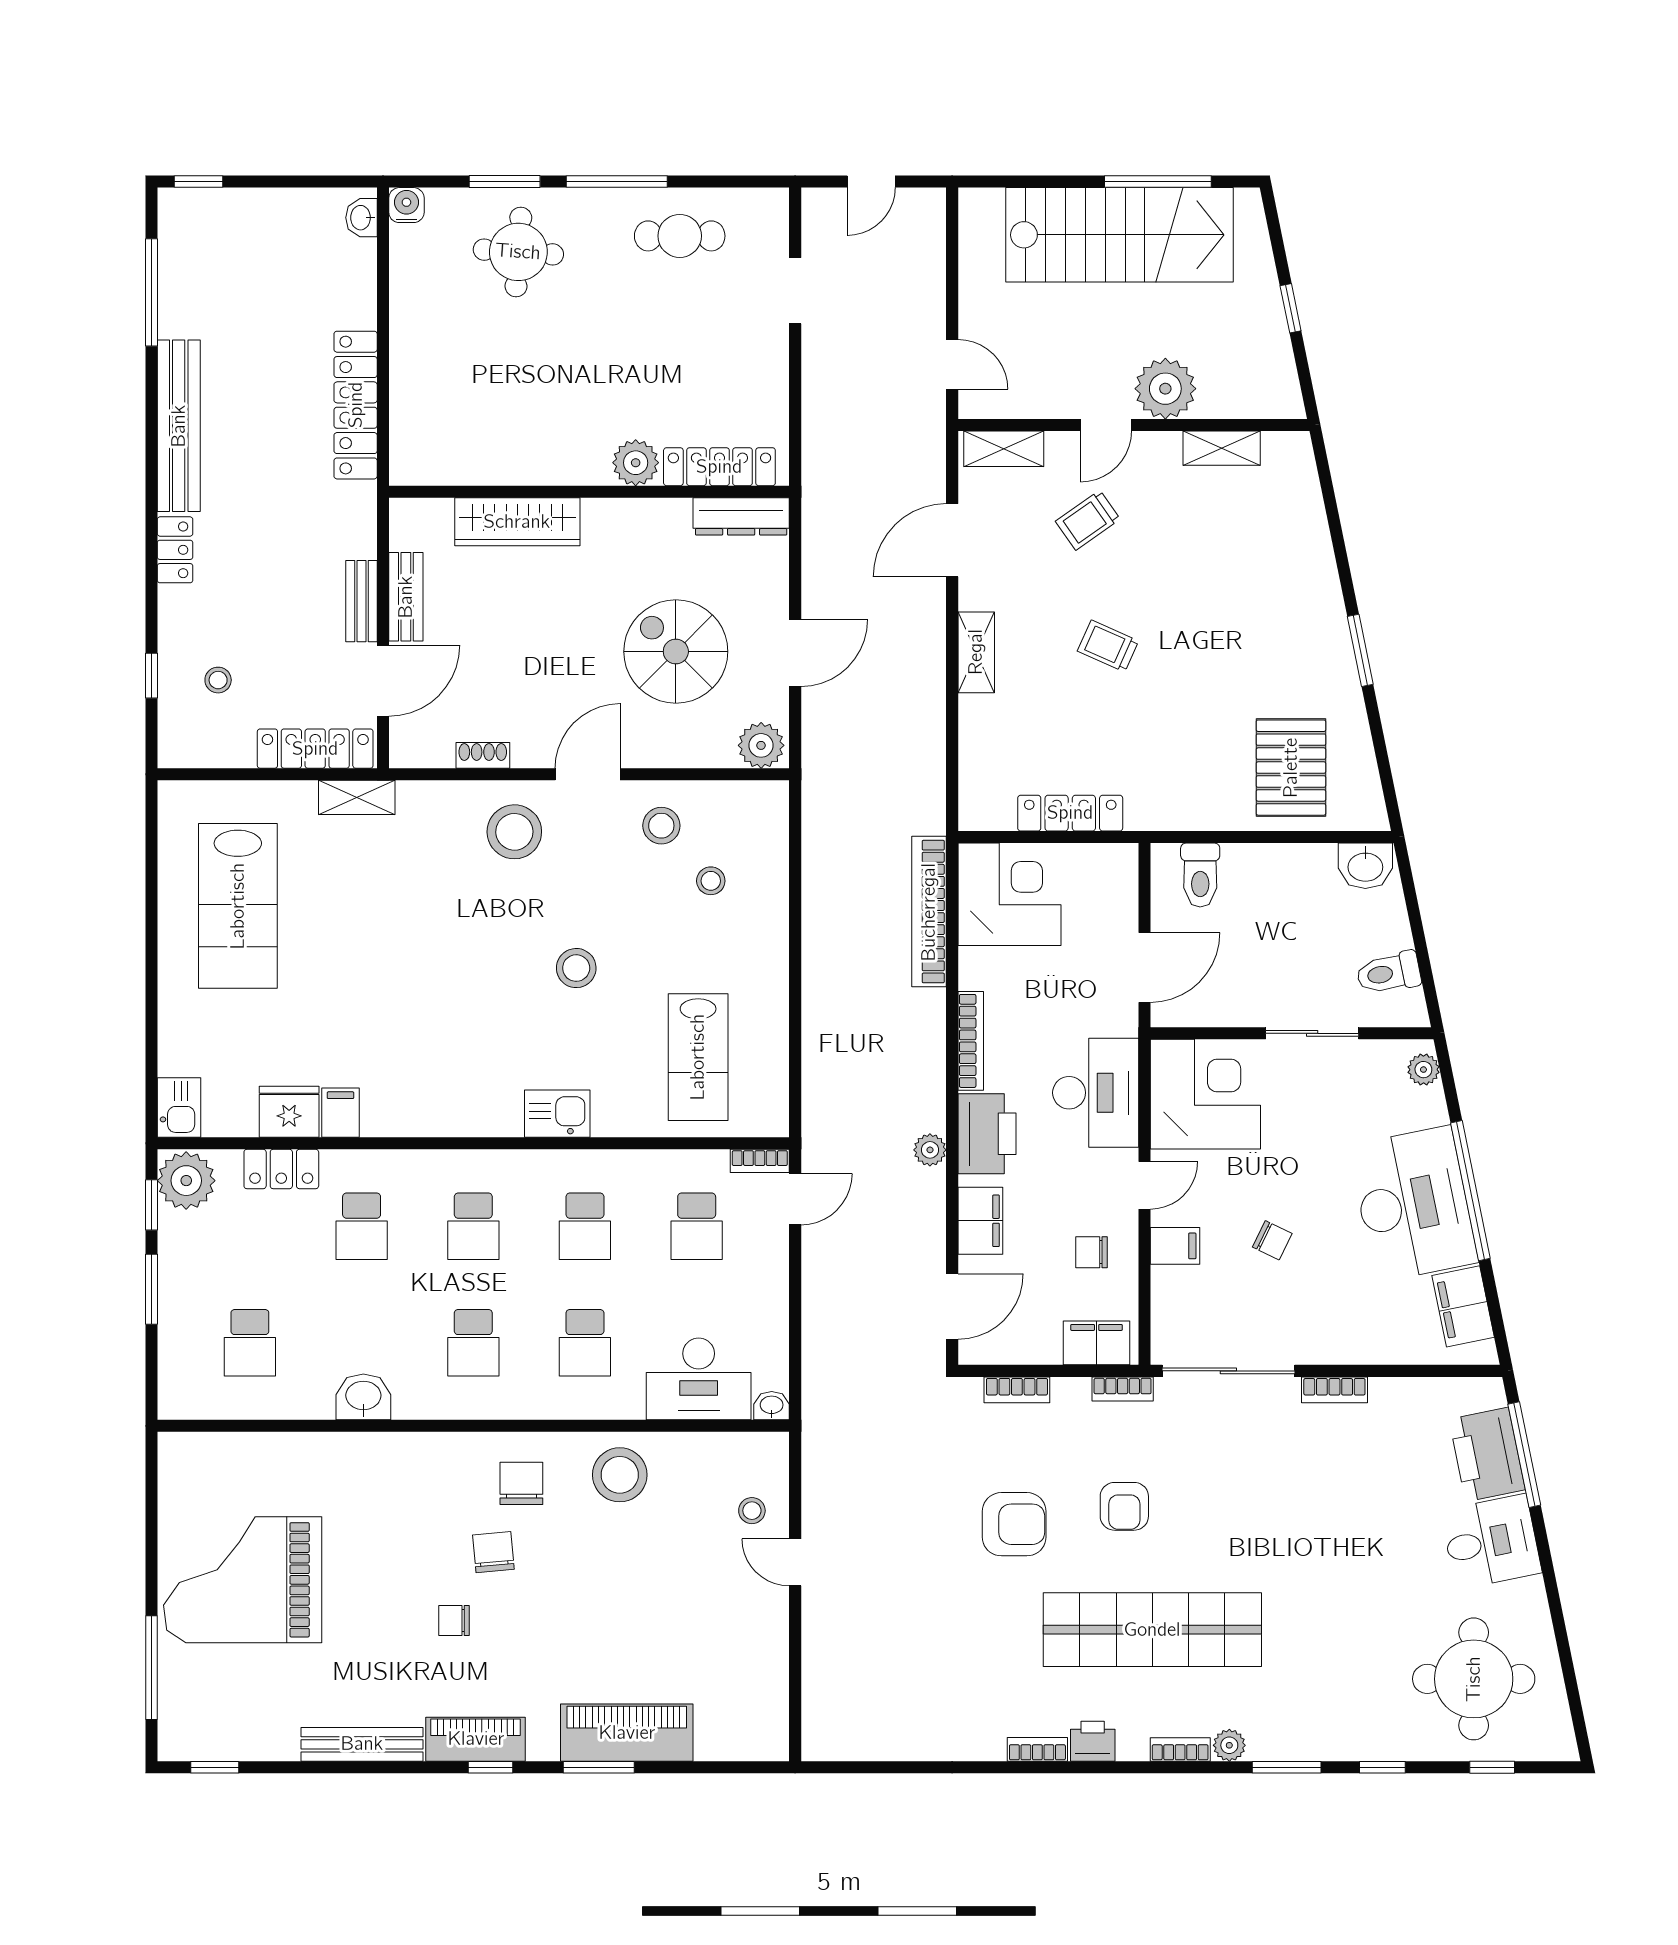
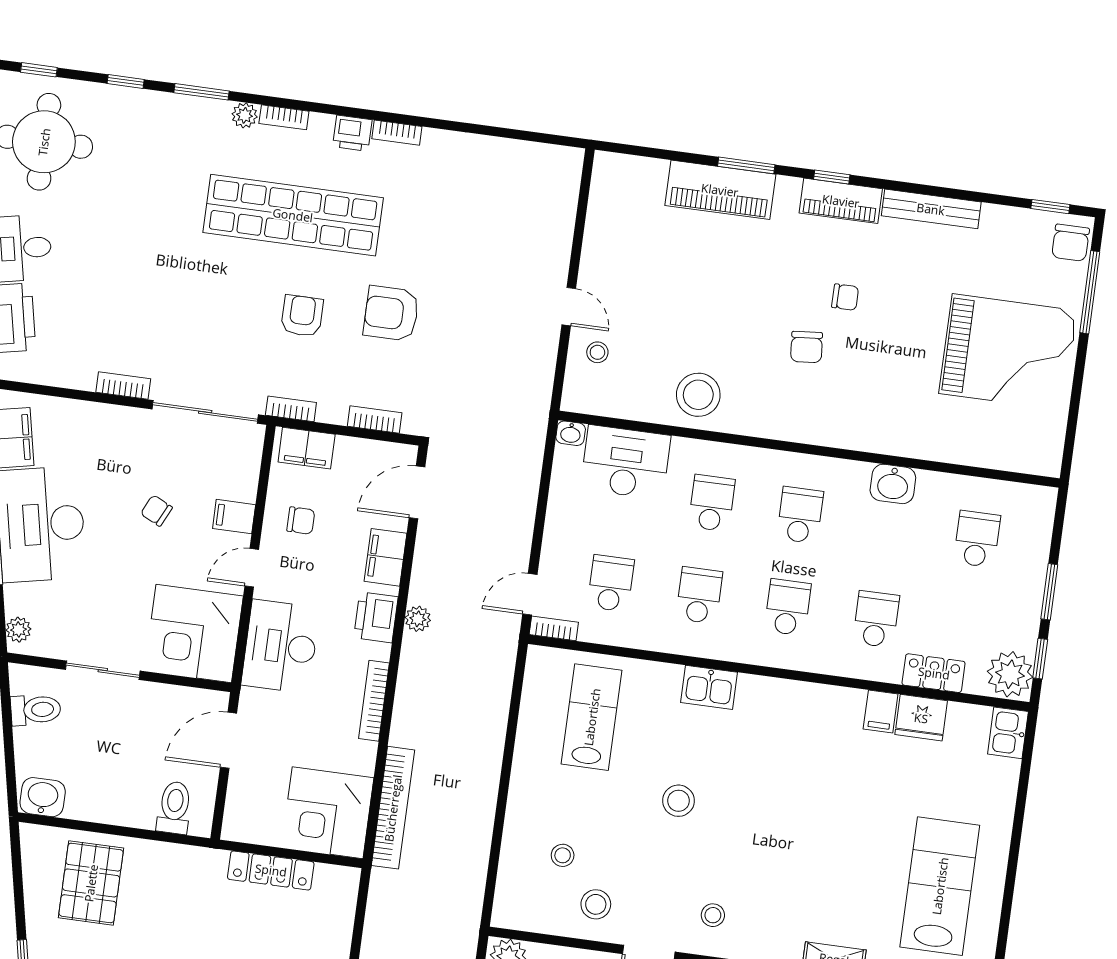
stool: (514, 832) -> (713, 915), width x0.53, depth x0.53
printer: (987, 1134) -> (376, 617), width x0.73, depth x0.84
chair: (521, 1483) -> (1071, 243), moved

